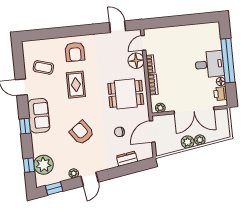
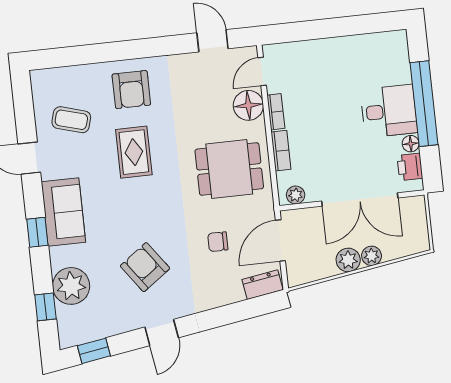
armchair: (82, 133) -> (145, 267), moved
dresser: (127, 159) -> (262, 285), moved
plant: (43, 165) -> (71, 286), moved
plant: (74, 173) -> (131, 322), removed

